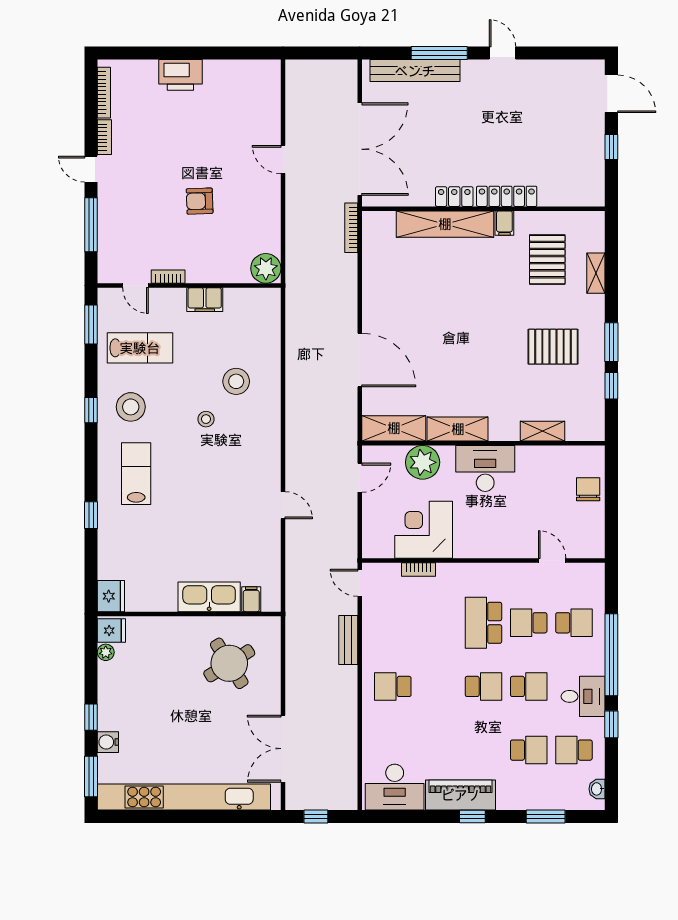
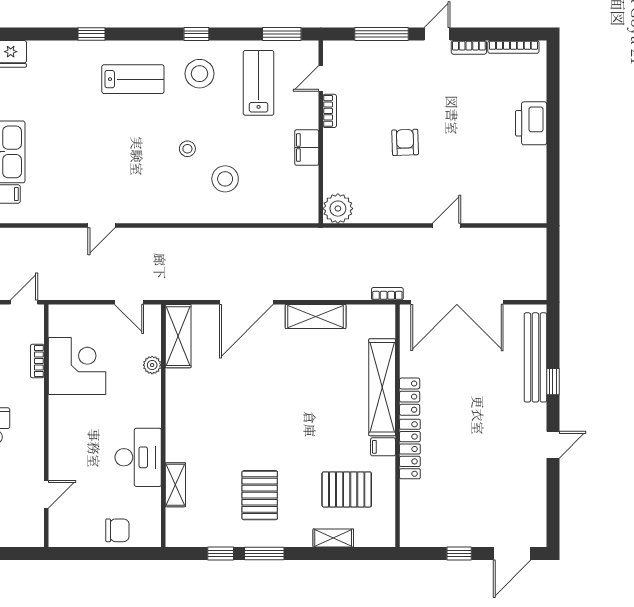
window: (439, 53) -> (553, 382), width x0.46
bookcase: (351, 228) -> (387, 294), width x0.64
lab bench: (140, 348) -> (259, 83), turned 180
shelving: (458, 429) -> (316, 316), moved, turned 90
plant: (423, 462) -> (152, 365), width x0.53, depth x0.53
desk: (485, 468) -> (138, 457), moved

